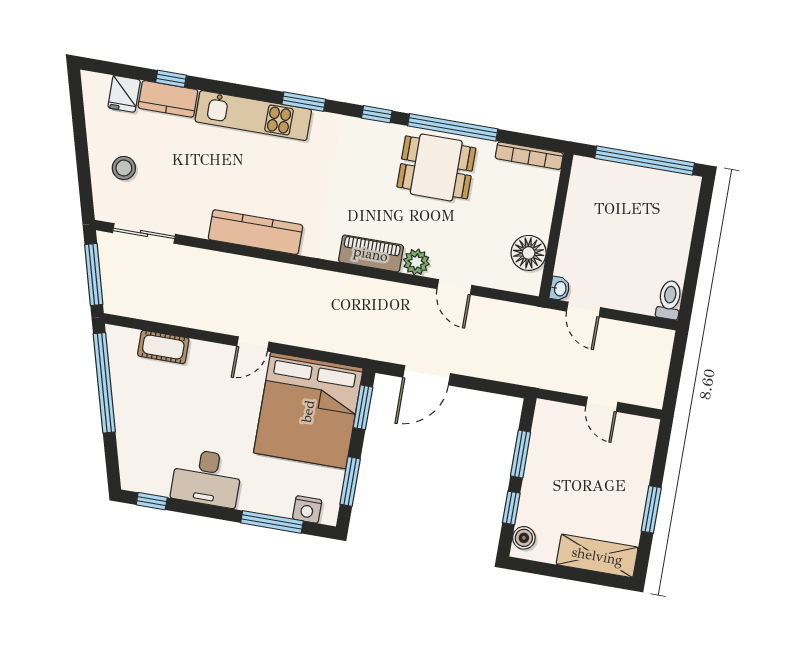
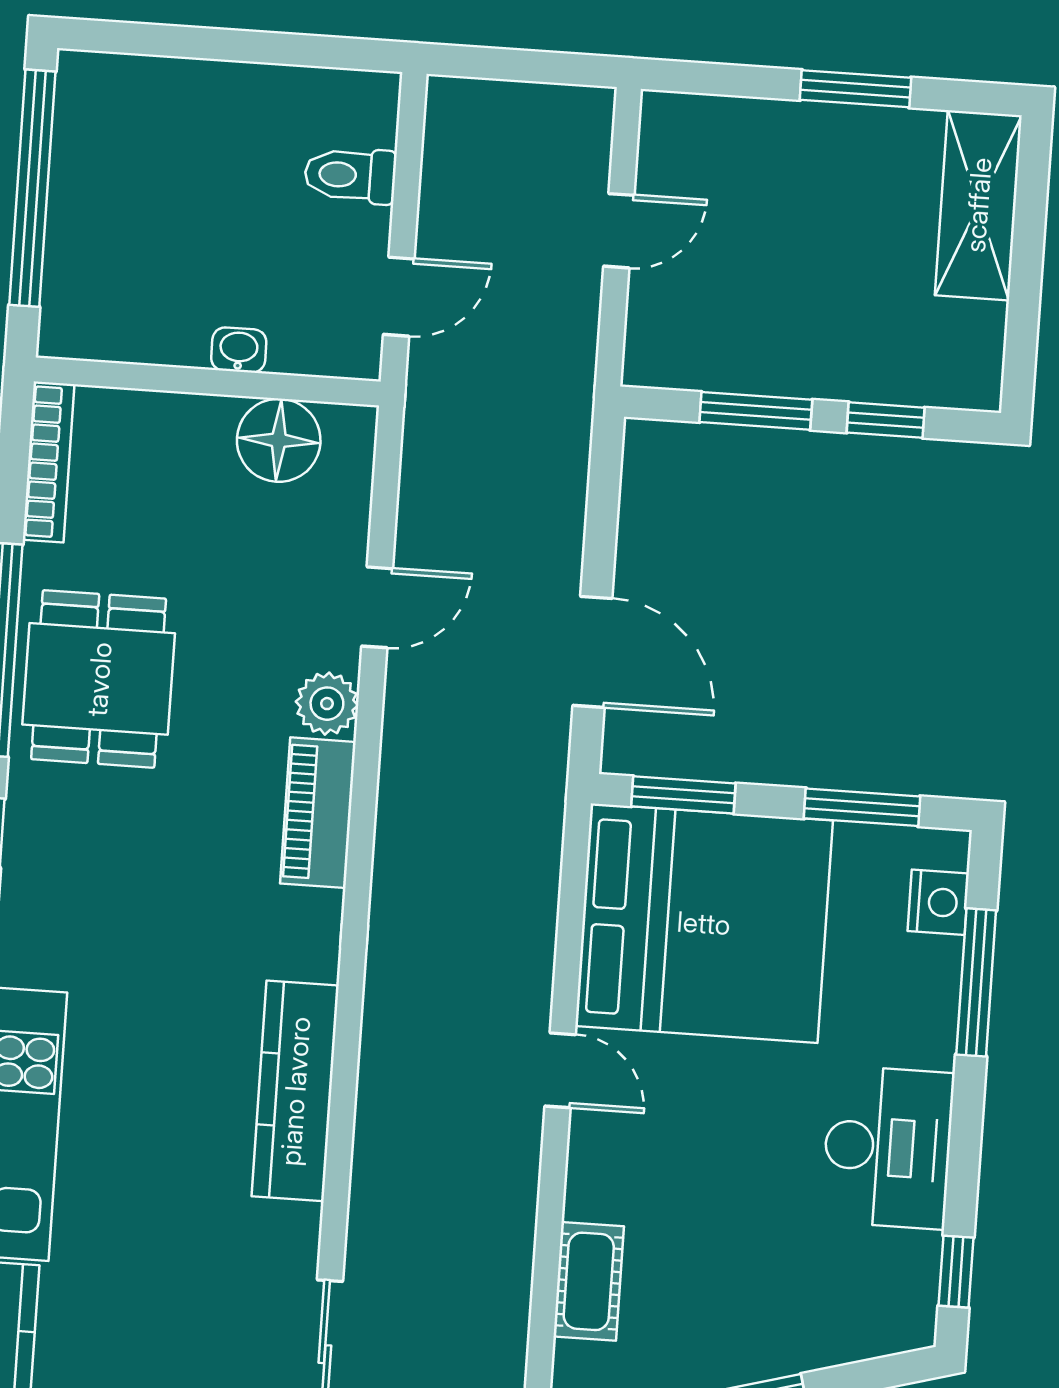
washbasin: (560, 289) -> (239, 350), moved
toilet: (669, 300) -> (350, 175), moved
boiler: (524, 538) -> (953, 383), removed

